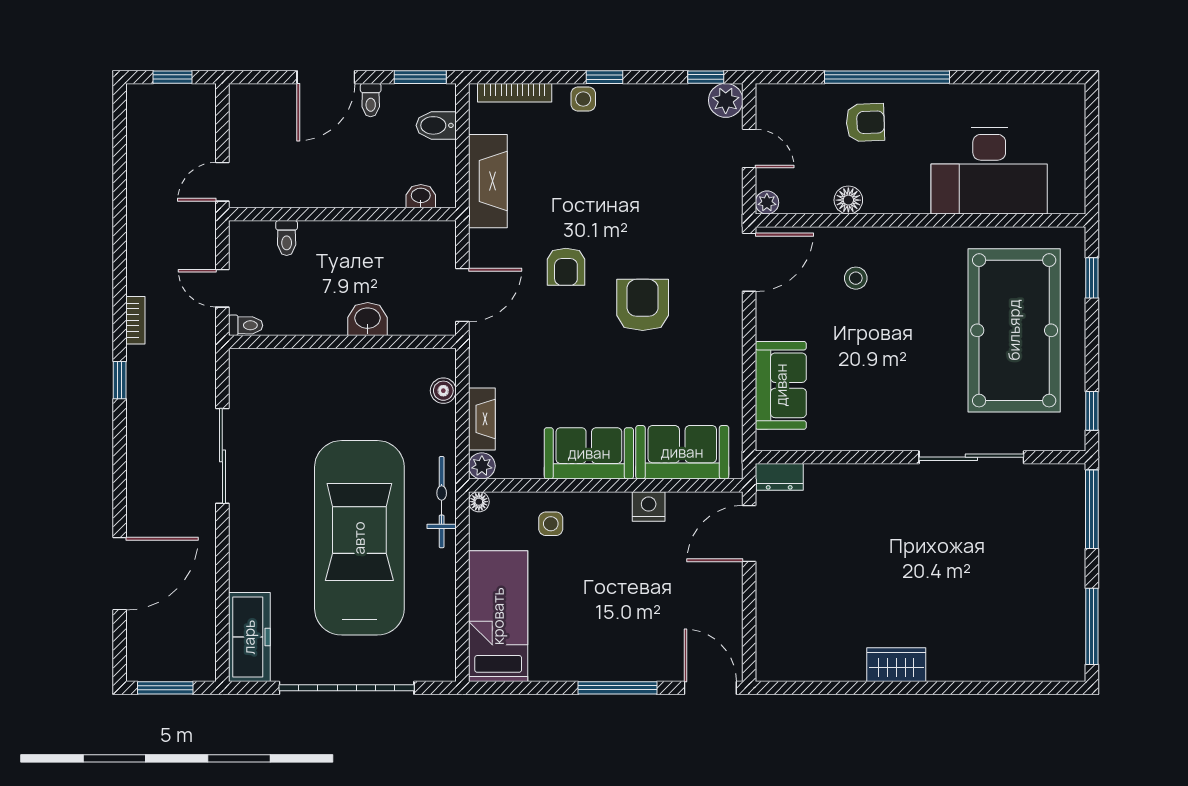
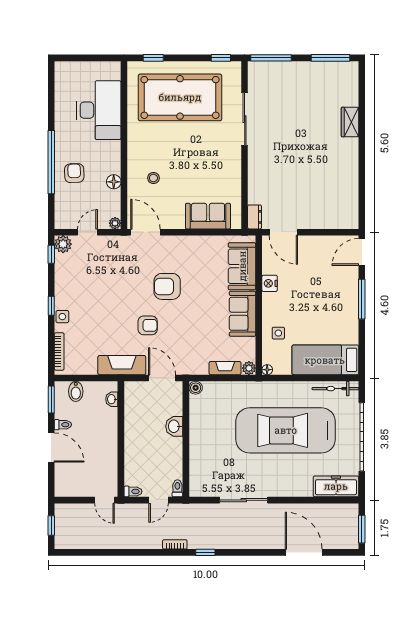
fireplace: (488, 181) -> (122, 365), moved
toilet: (287, 238) -> (133, 491), moved
boiler: (443, 391) -> (196, 388), moved
bicycle: (442, 502) -> (335, 389), moved
wardrobe: (896, 665) -> (350, 122), moved

